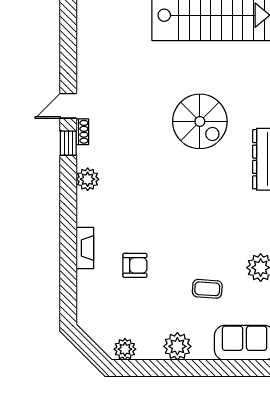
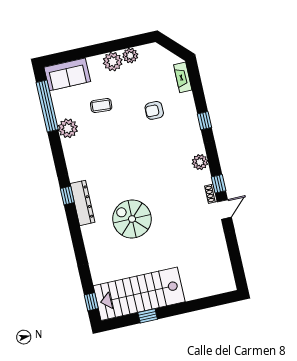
window: (68, 235) -> (204, 121), added
fireplace: (85, 248) -> (183, 77), moved
plant: (125, 349) -> (130, 56), moved

